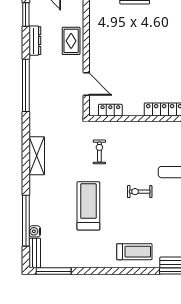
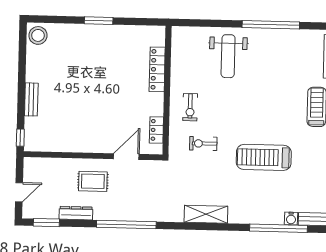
rug: (71, 41) -> (93, 181), moved
exercise bike: (140, 192) -> (190, 107), moved

